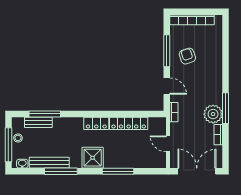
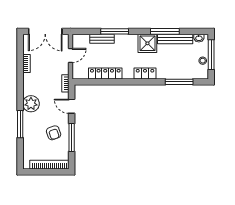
window: (225, 108) -> (20, 124), moved
plant: (213, 114) -> (31, 104), moved
bench: (38, 122) -> (102, 39), moved
locker: (96, 123) -> (145, 73), moved
door: (168, 144) -> (71, 56), hinge flipped
shower: (93, 158) -> (147, 43), moved

